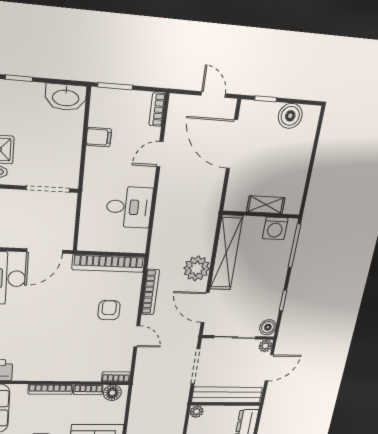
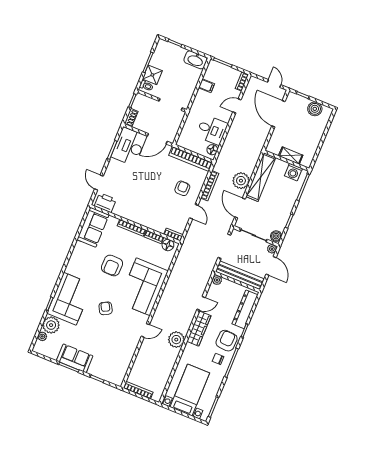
floor lamp: (139, 238) -> (212, 150), added
door: (269, 368) -> (271, 266), hinge flipped

